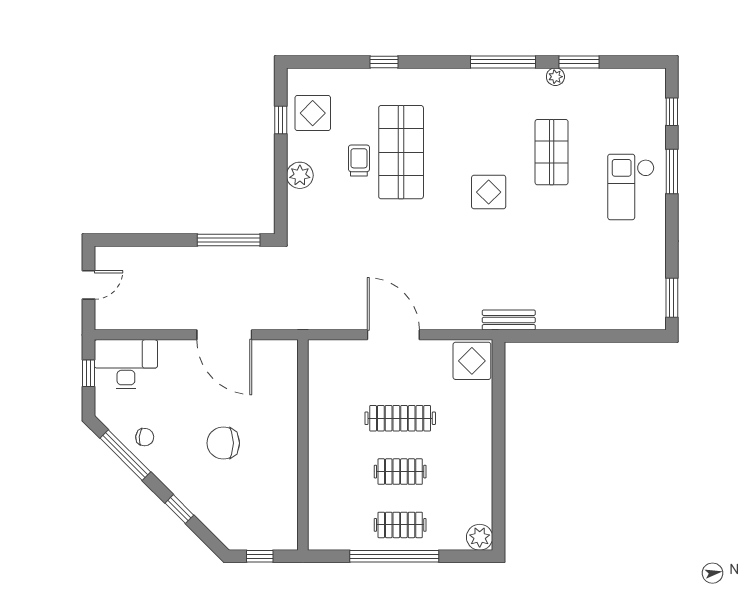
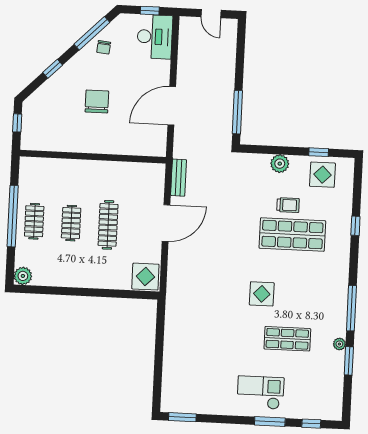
bench: (509, 320) -> (179, 178), moved

